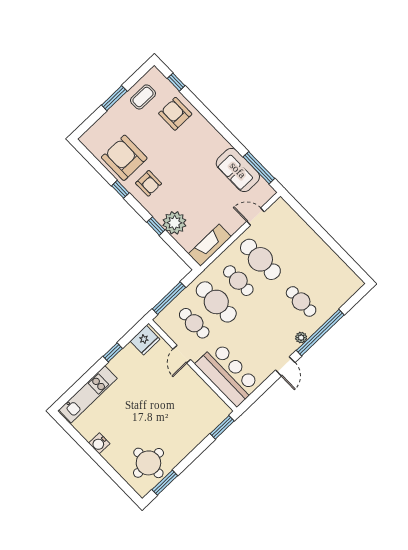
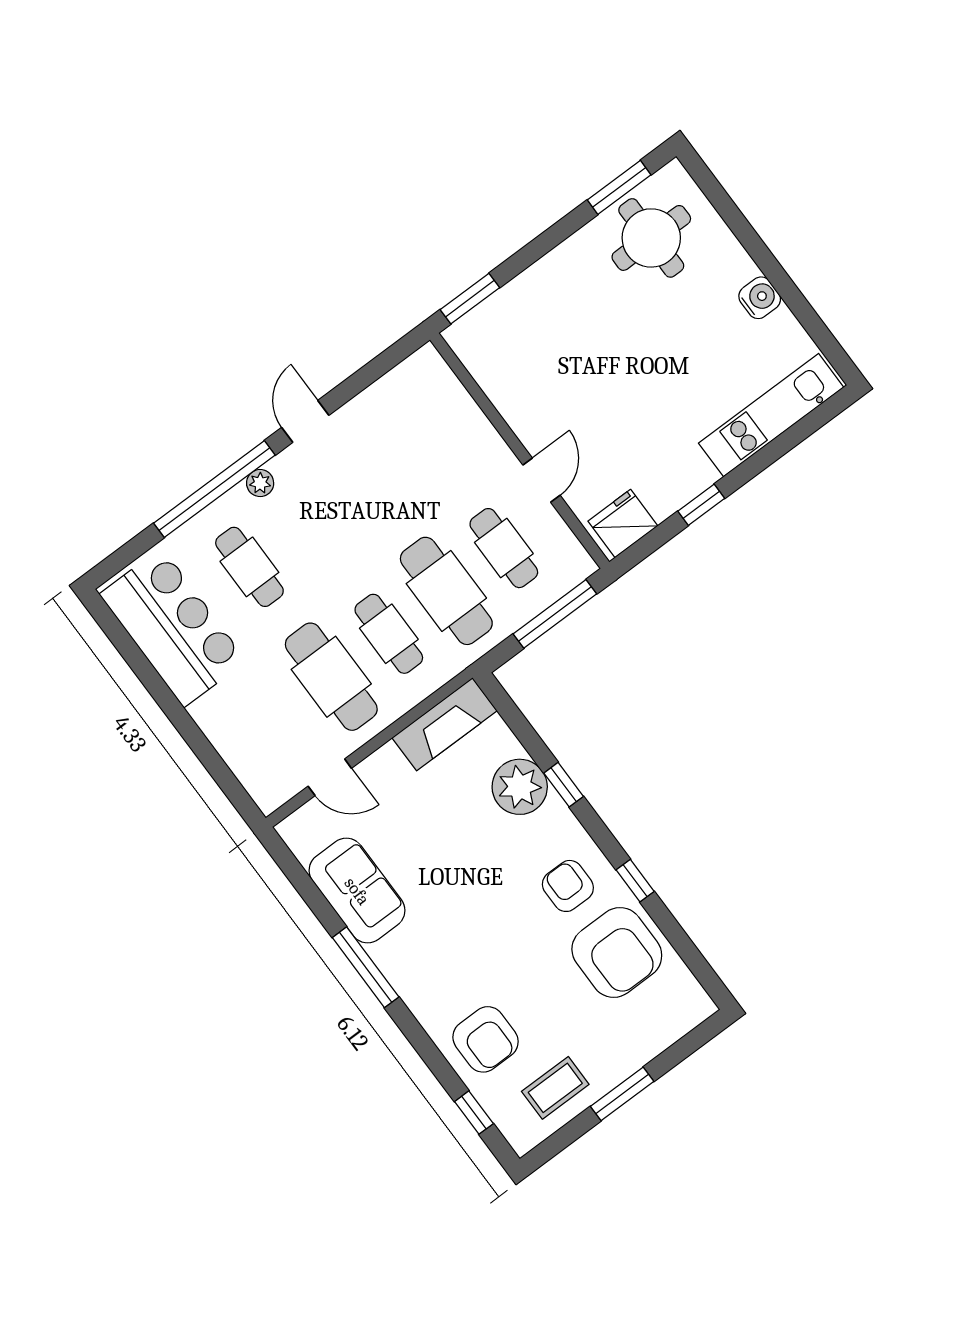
window: (259, 168) -> (366, 967), moved
bar counter: (228, 374) -> (173, 628), moved, turned 180

